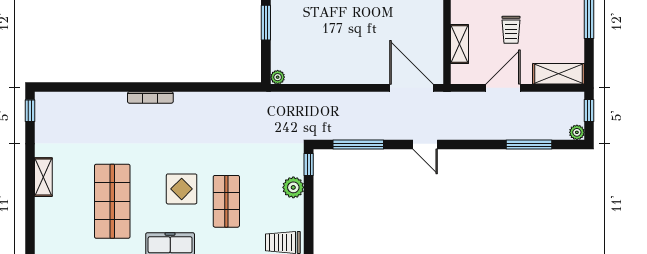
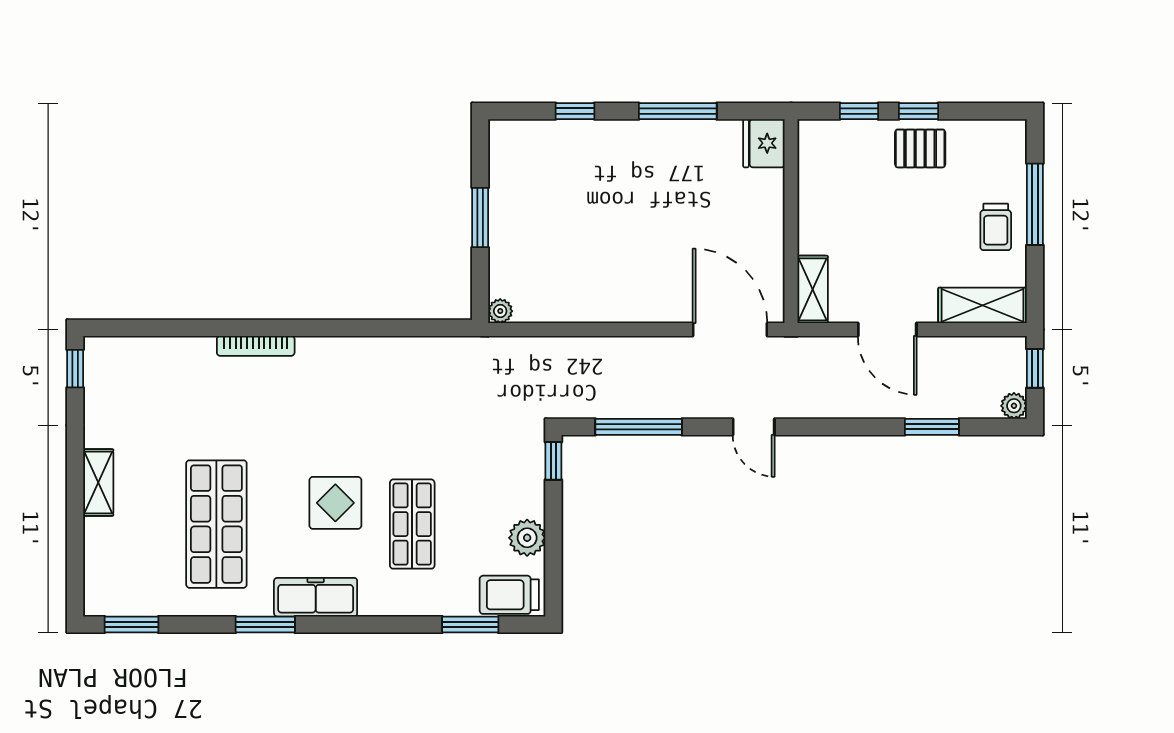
trolley: (511, 30) -> (996, 227), moved
shelving: (460, 44) -> (813, 289), moved
door: (503, 88) -> (887, 330), swing flipped
bookcase: (150, 97) -> (256, 346), moved
window: (529, 145) -> (932, 427), width x0.69
plant: (293, 187) -> (527, 538), moved

